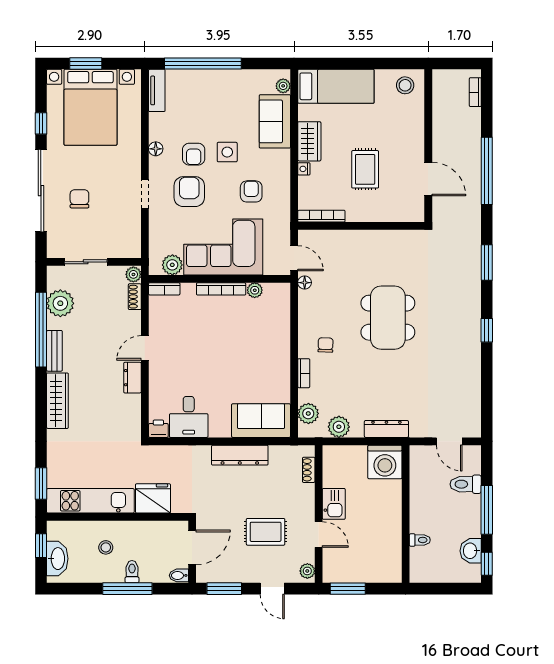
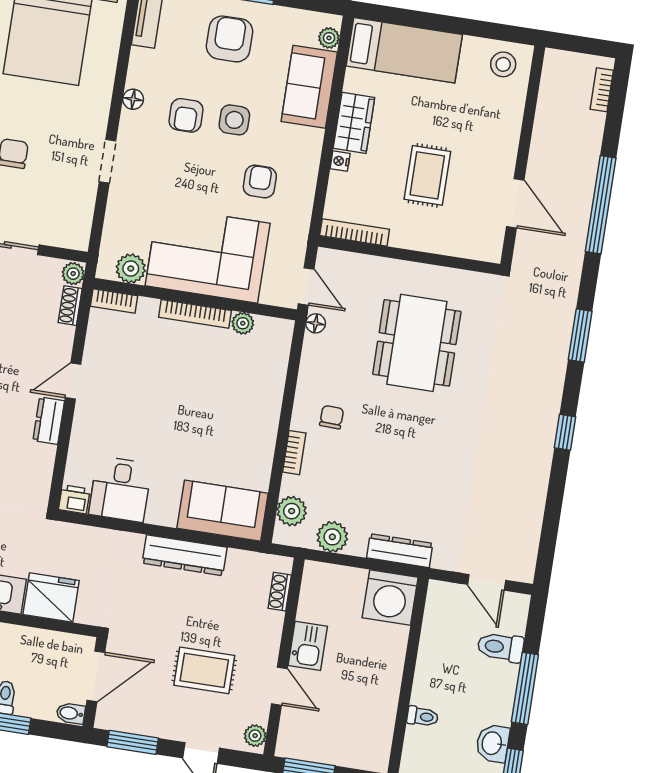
armchair: (189, 192) -> (230, 39), moved
dining table: (388, 318) -> (417, 343), moved

